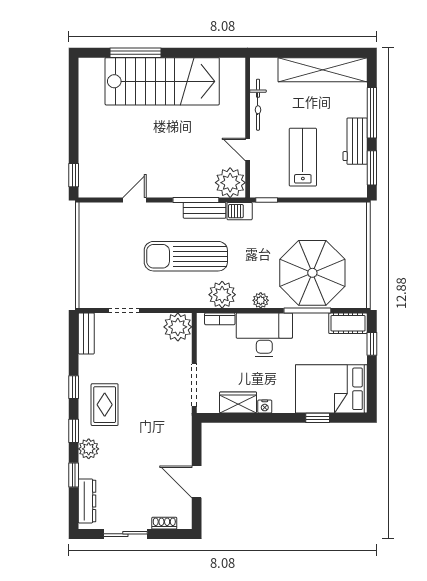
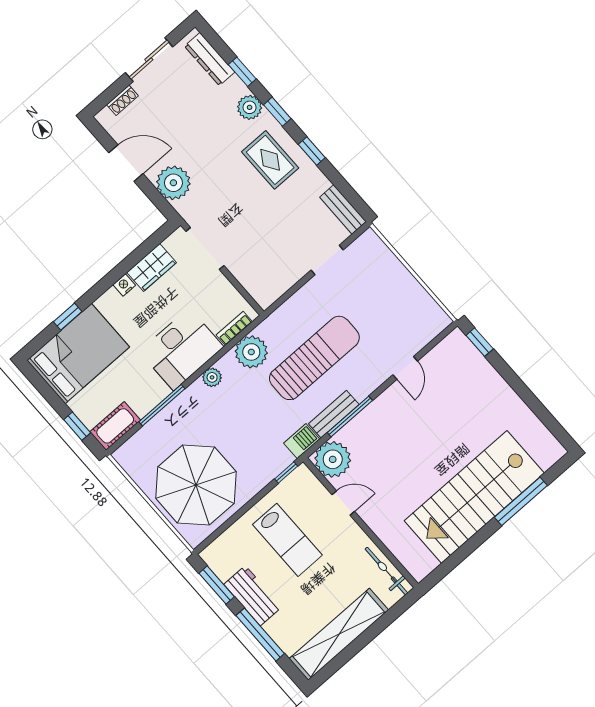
bicycle: (258, 105) -> (386, 571), moved
parasol: (312, 273) -> (196, 485), moved
plant: (178, 327) -> (173, 183), moved

